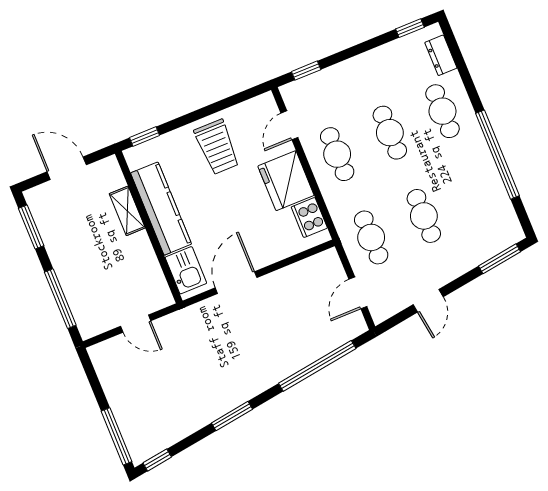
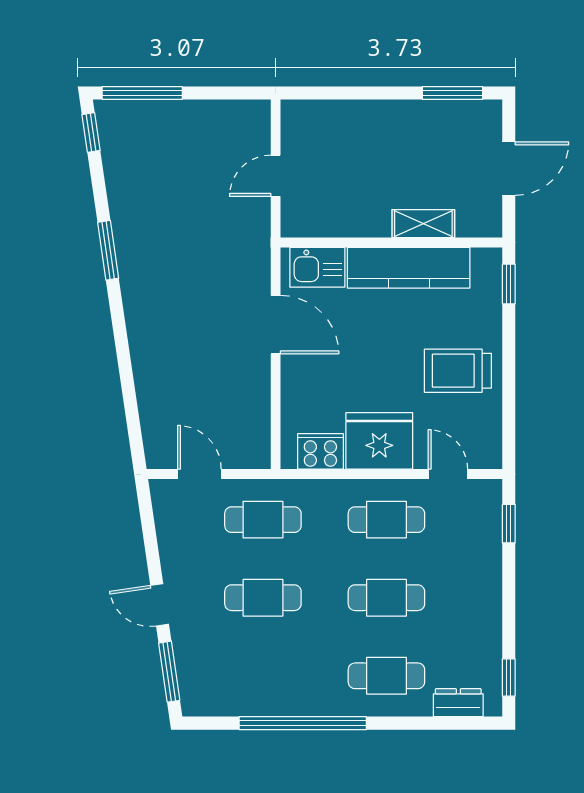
window: (60, 299) -> (346, 93), removed
door: (428, 301) -> (160, 605), moved
window: (317, 366) -> (128, 385), removed

